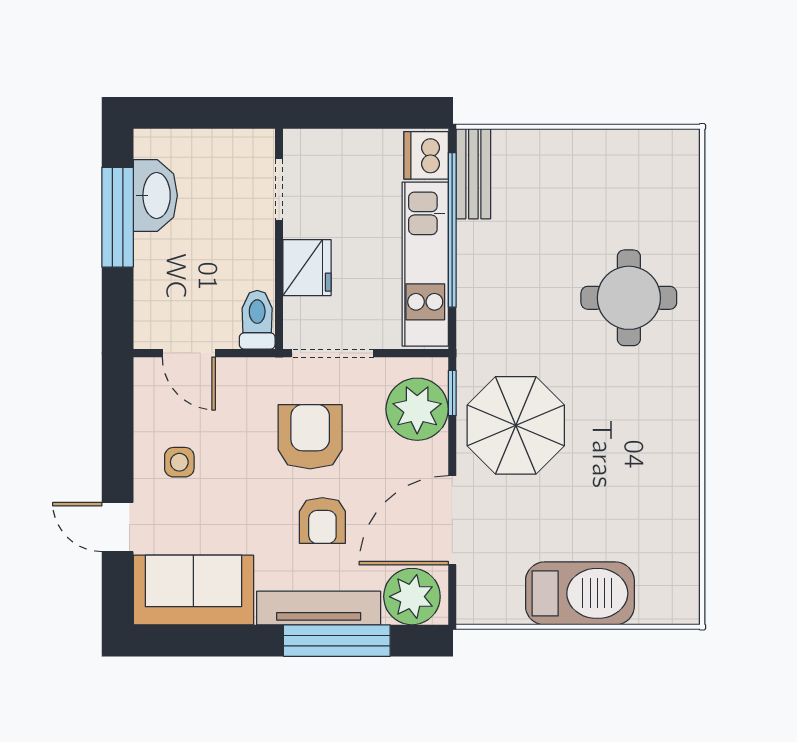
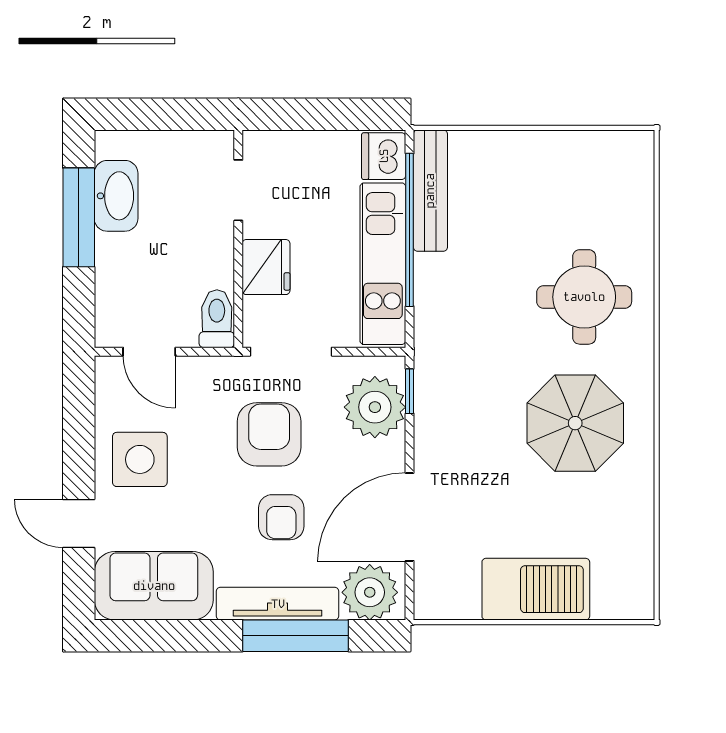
bench: (473, 174) -> (430, 191), width x1.36
parasol: (516, 425) -> (575, 423), moved
side table: (179, 462) -> (140, 459), width x1.87, depth x1.87

